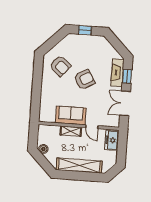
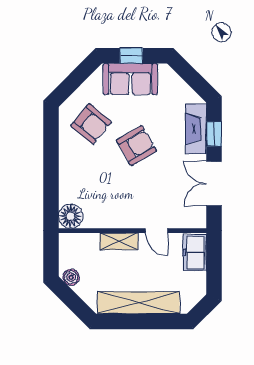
sofa: (71, 115) -> (130, 79), moved, turned 180
floor lamp: (46, 116) -> (71, 216), added

